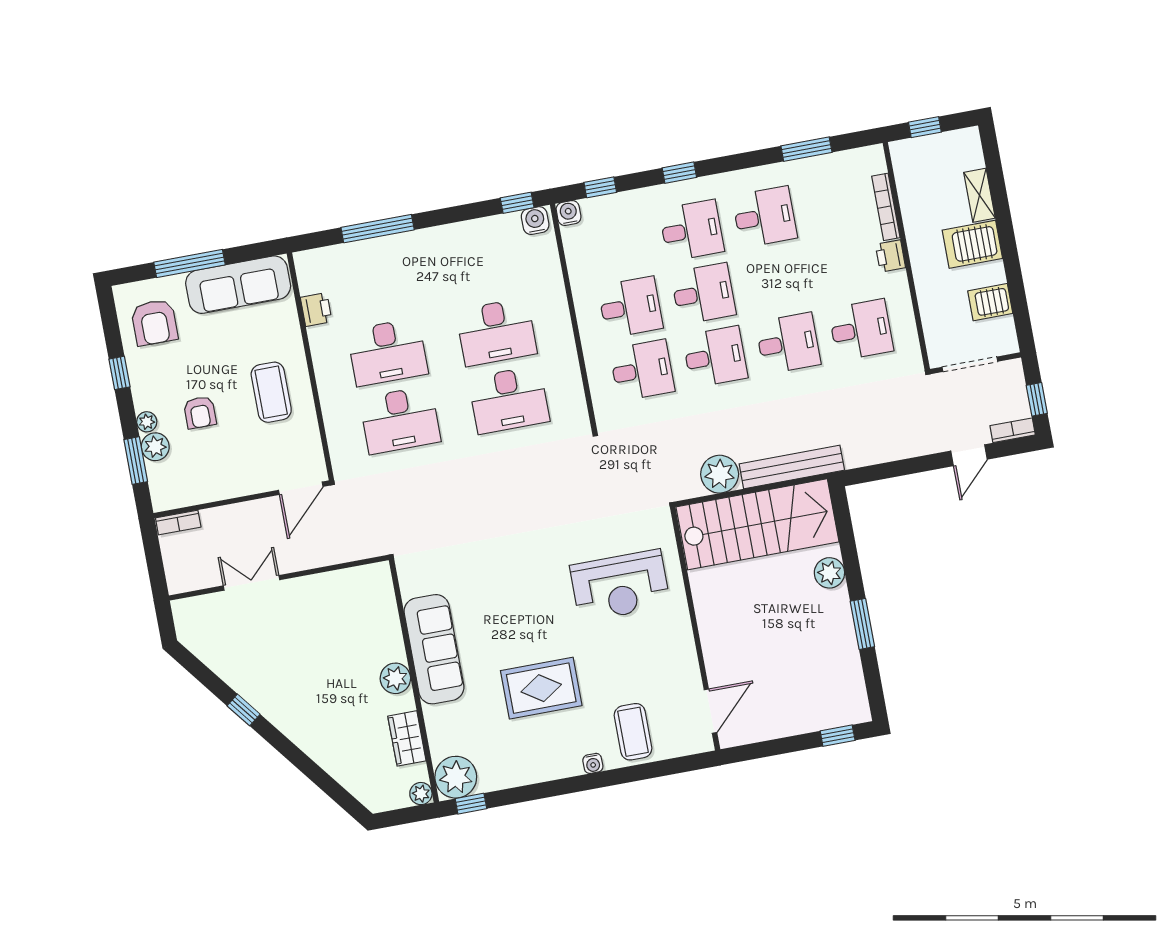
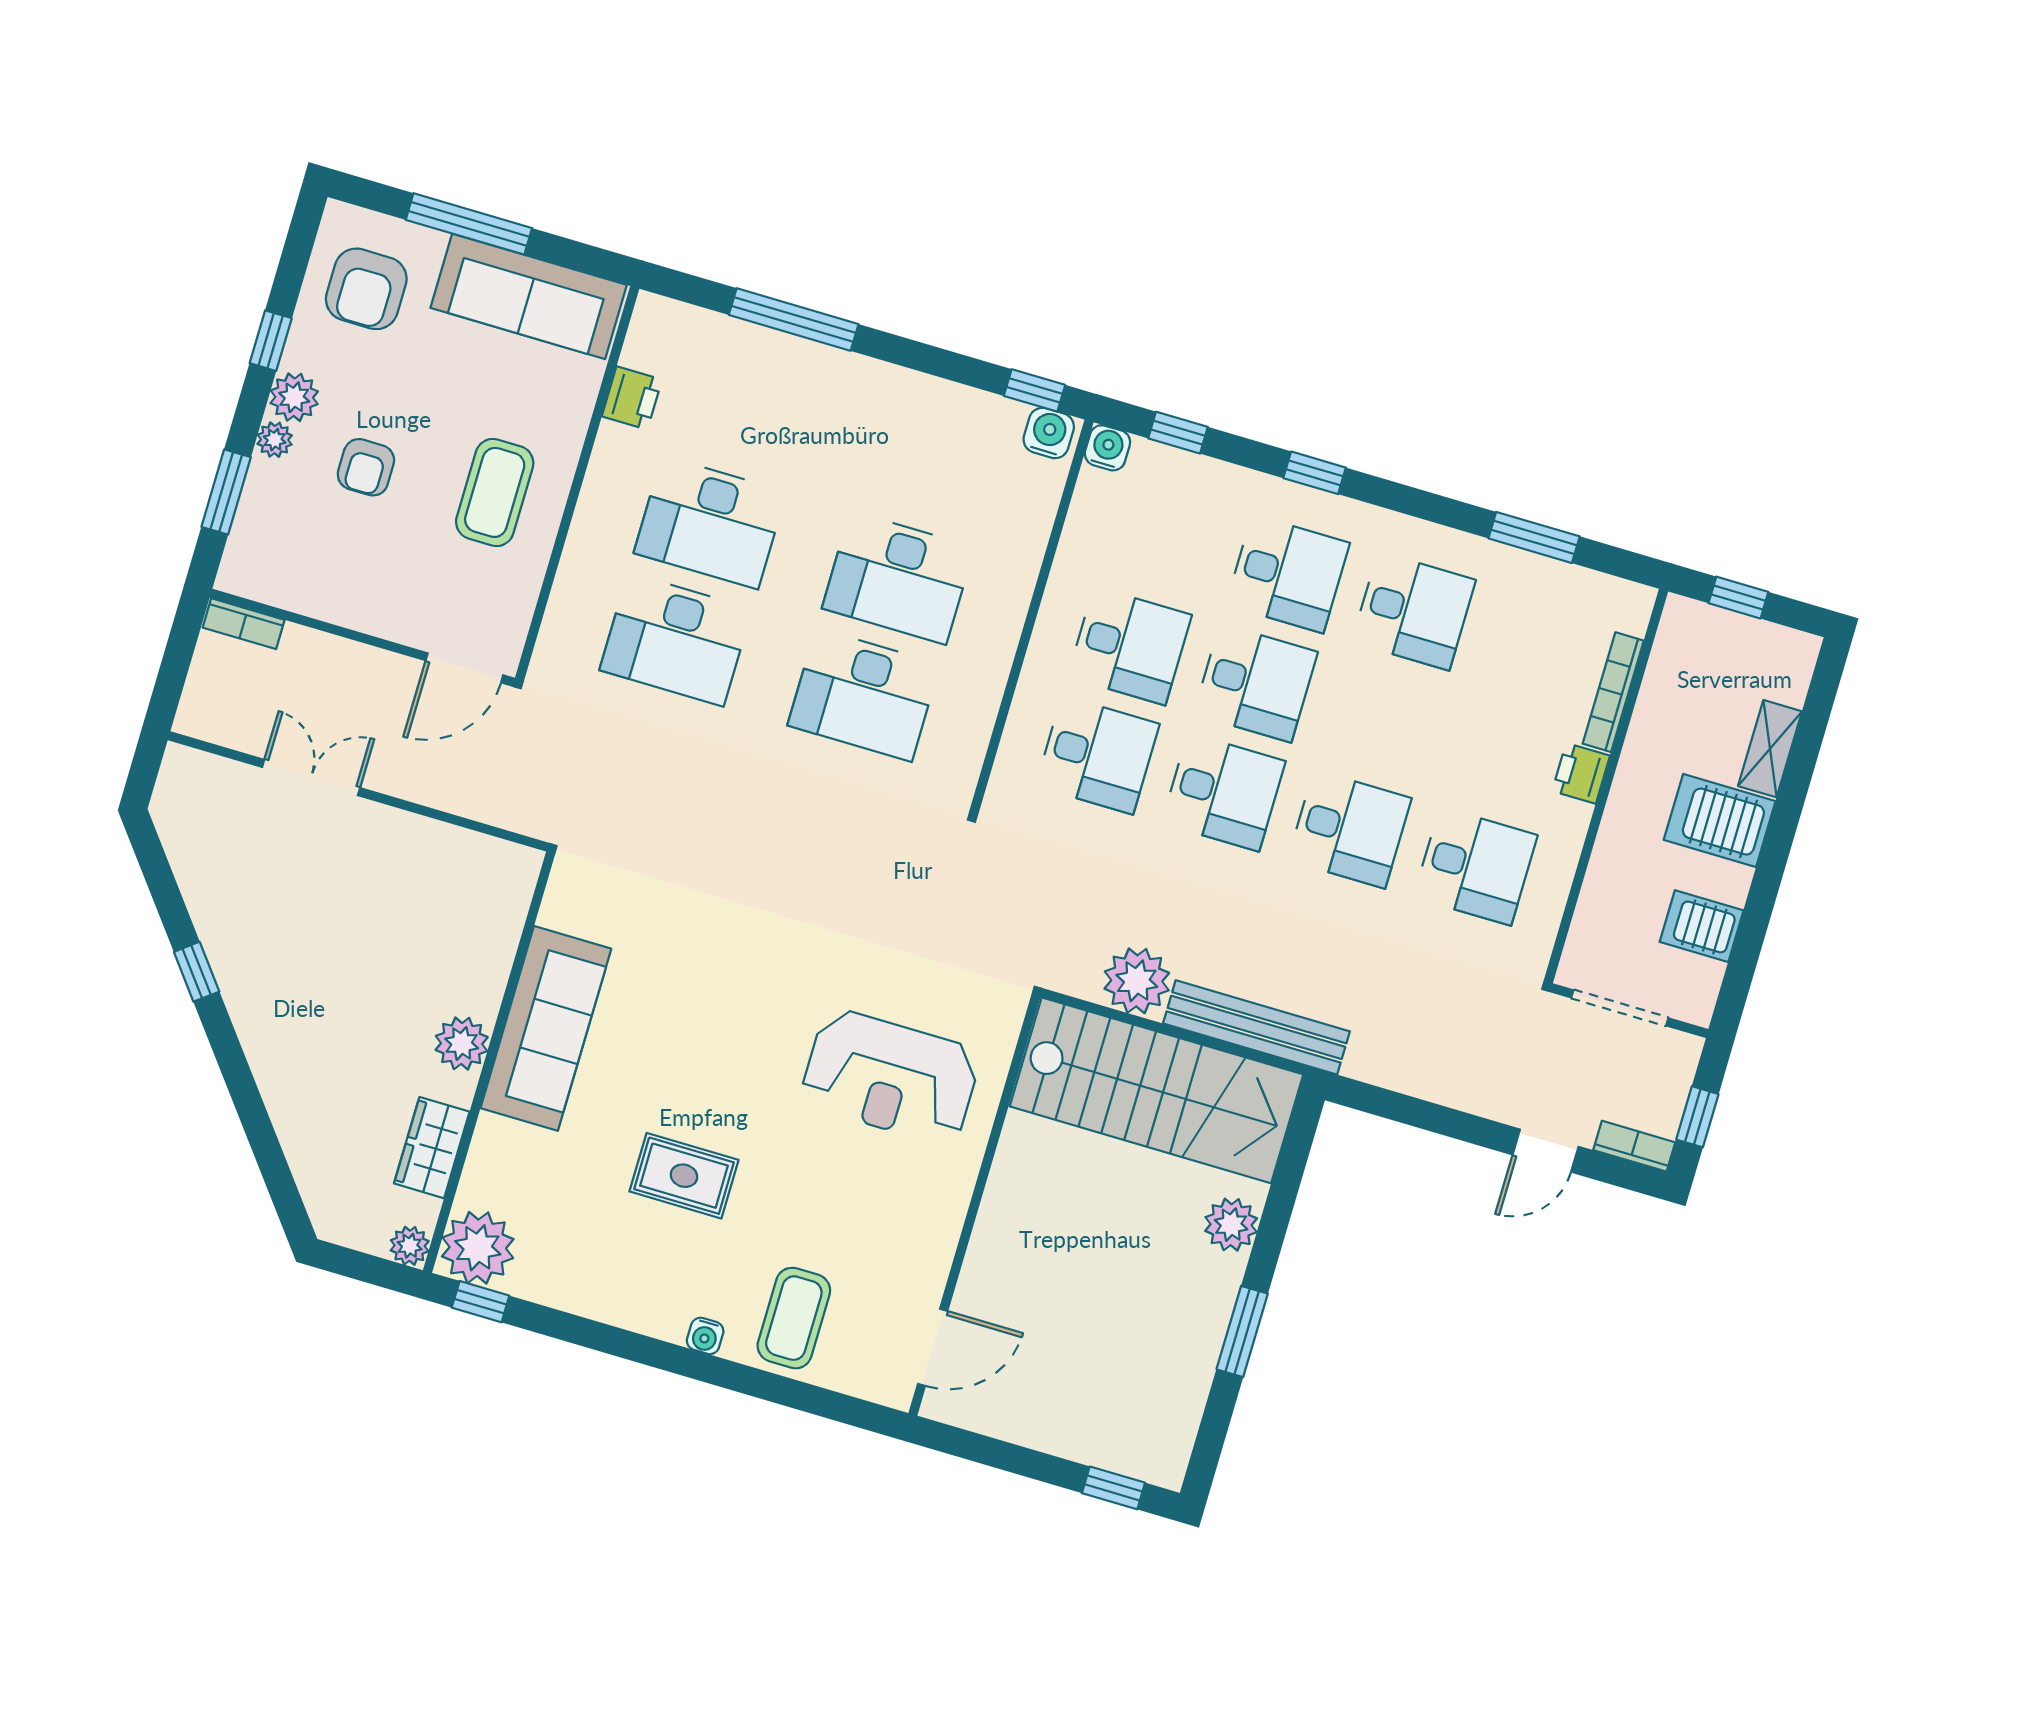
plant: (155, 447) -> (294, 397), moved
rug: (541, 688) -> (684, 1176), width x0.73, depth x0.70

